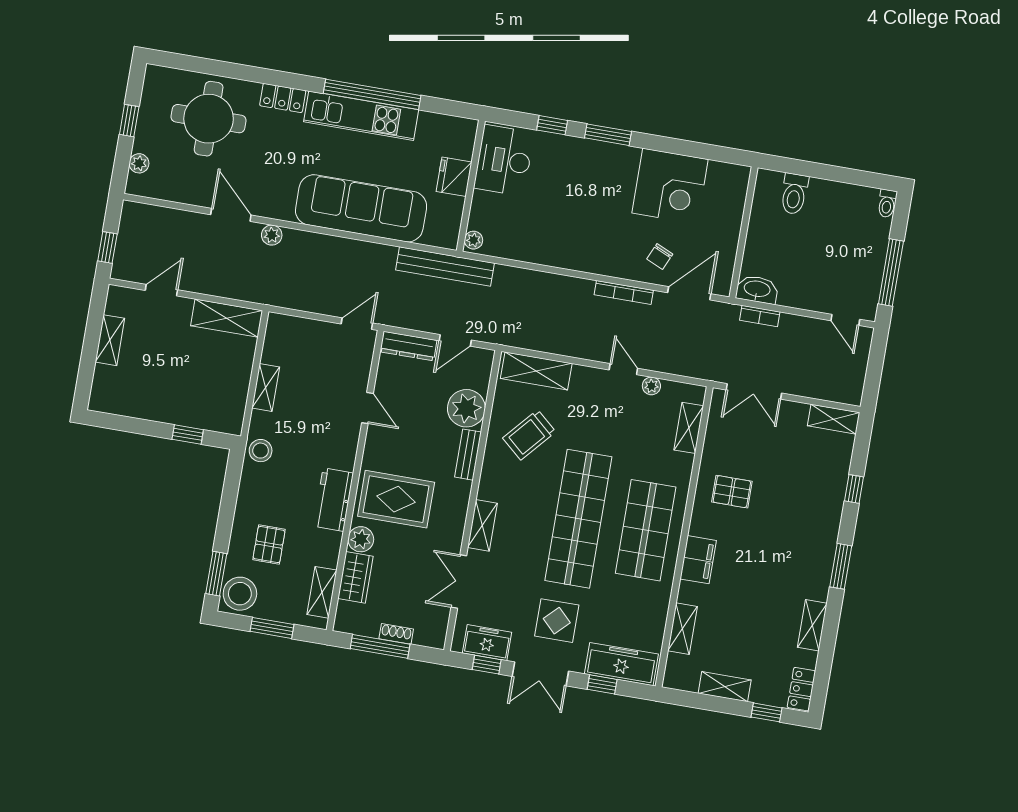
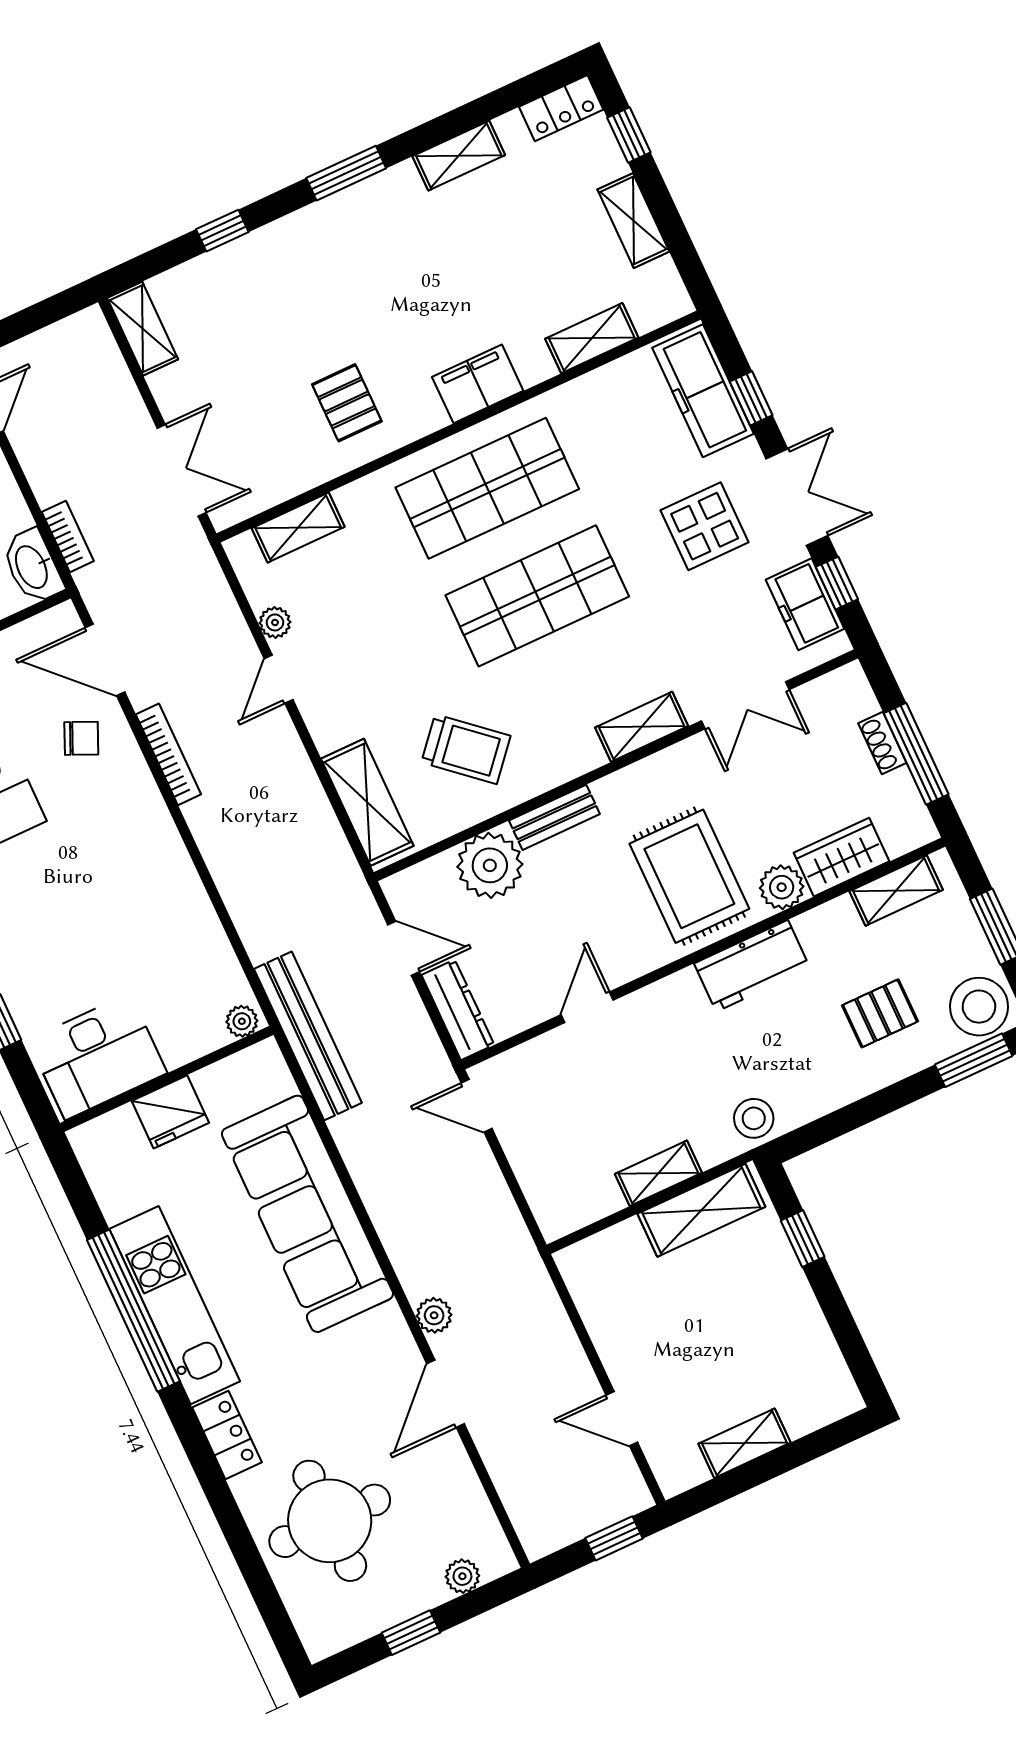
shelving: (227, 318) -> (701, 1210), moved, turned 90
shop shelf: (578, 519) -> (537, 596), width x0.71

